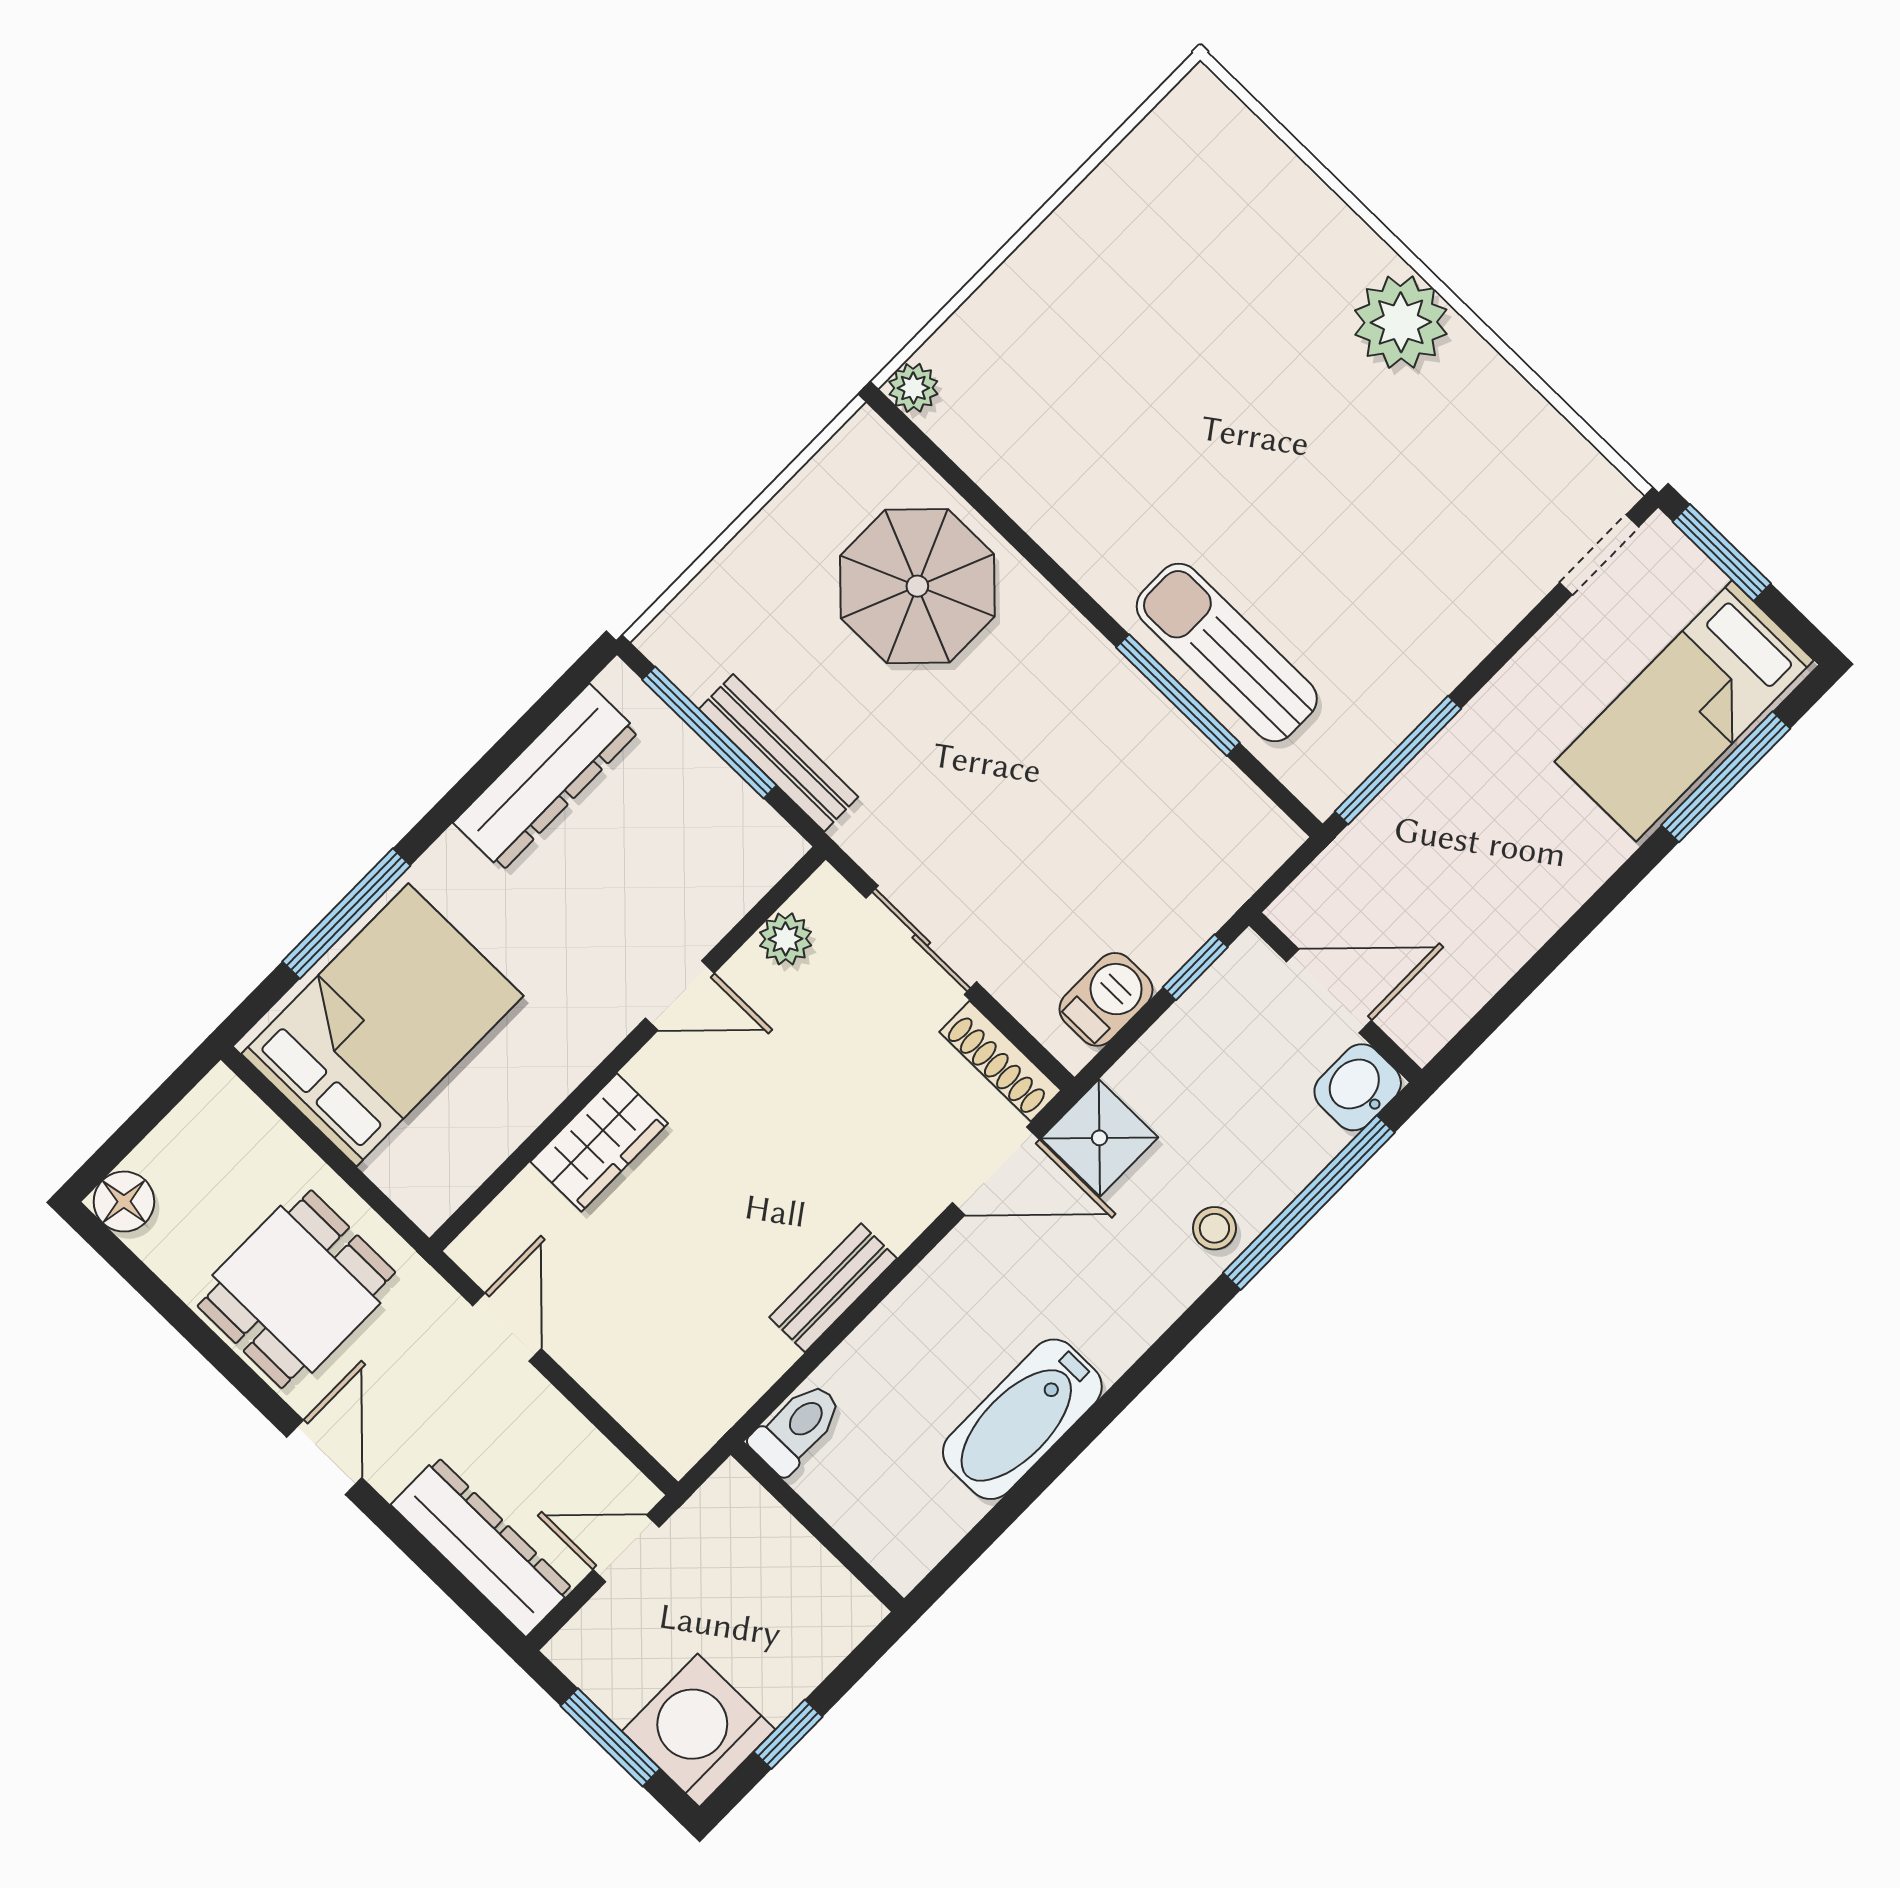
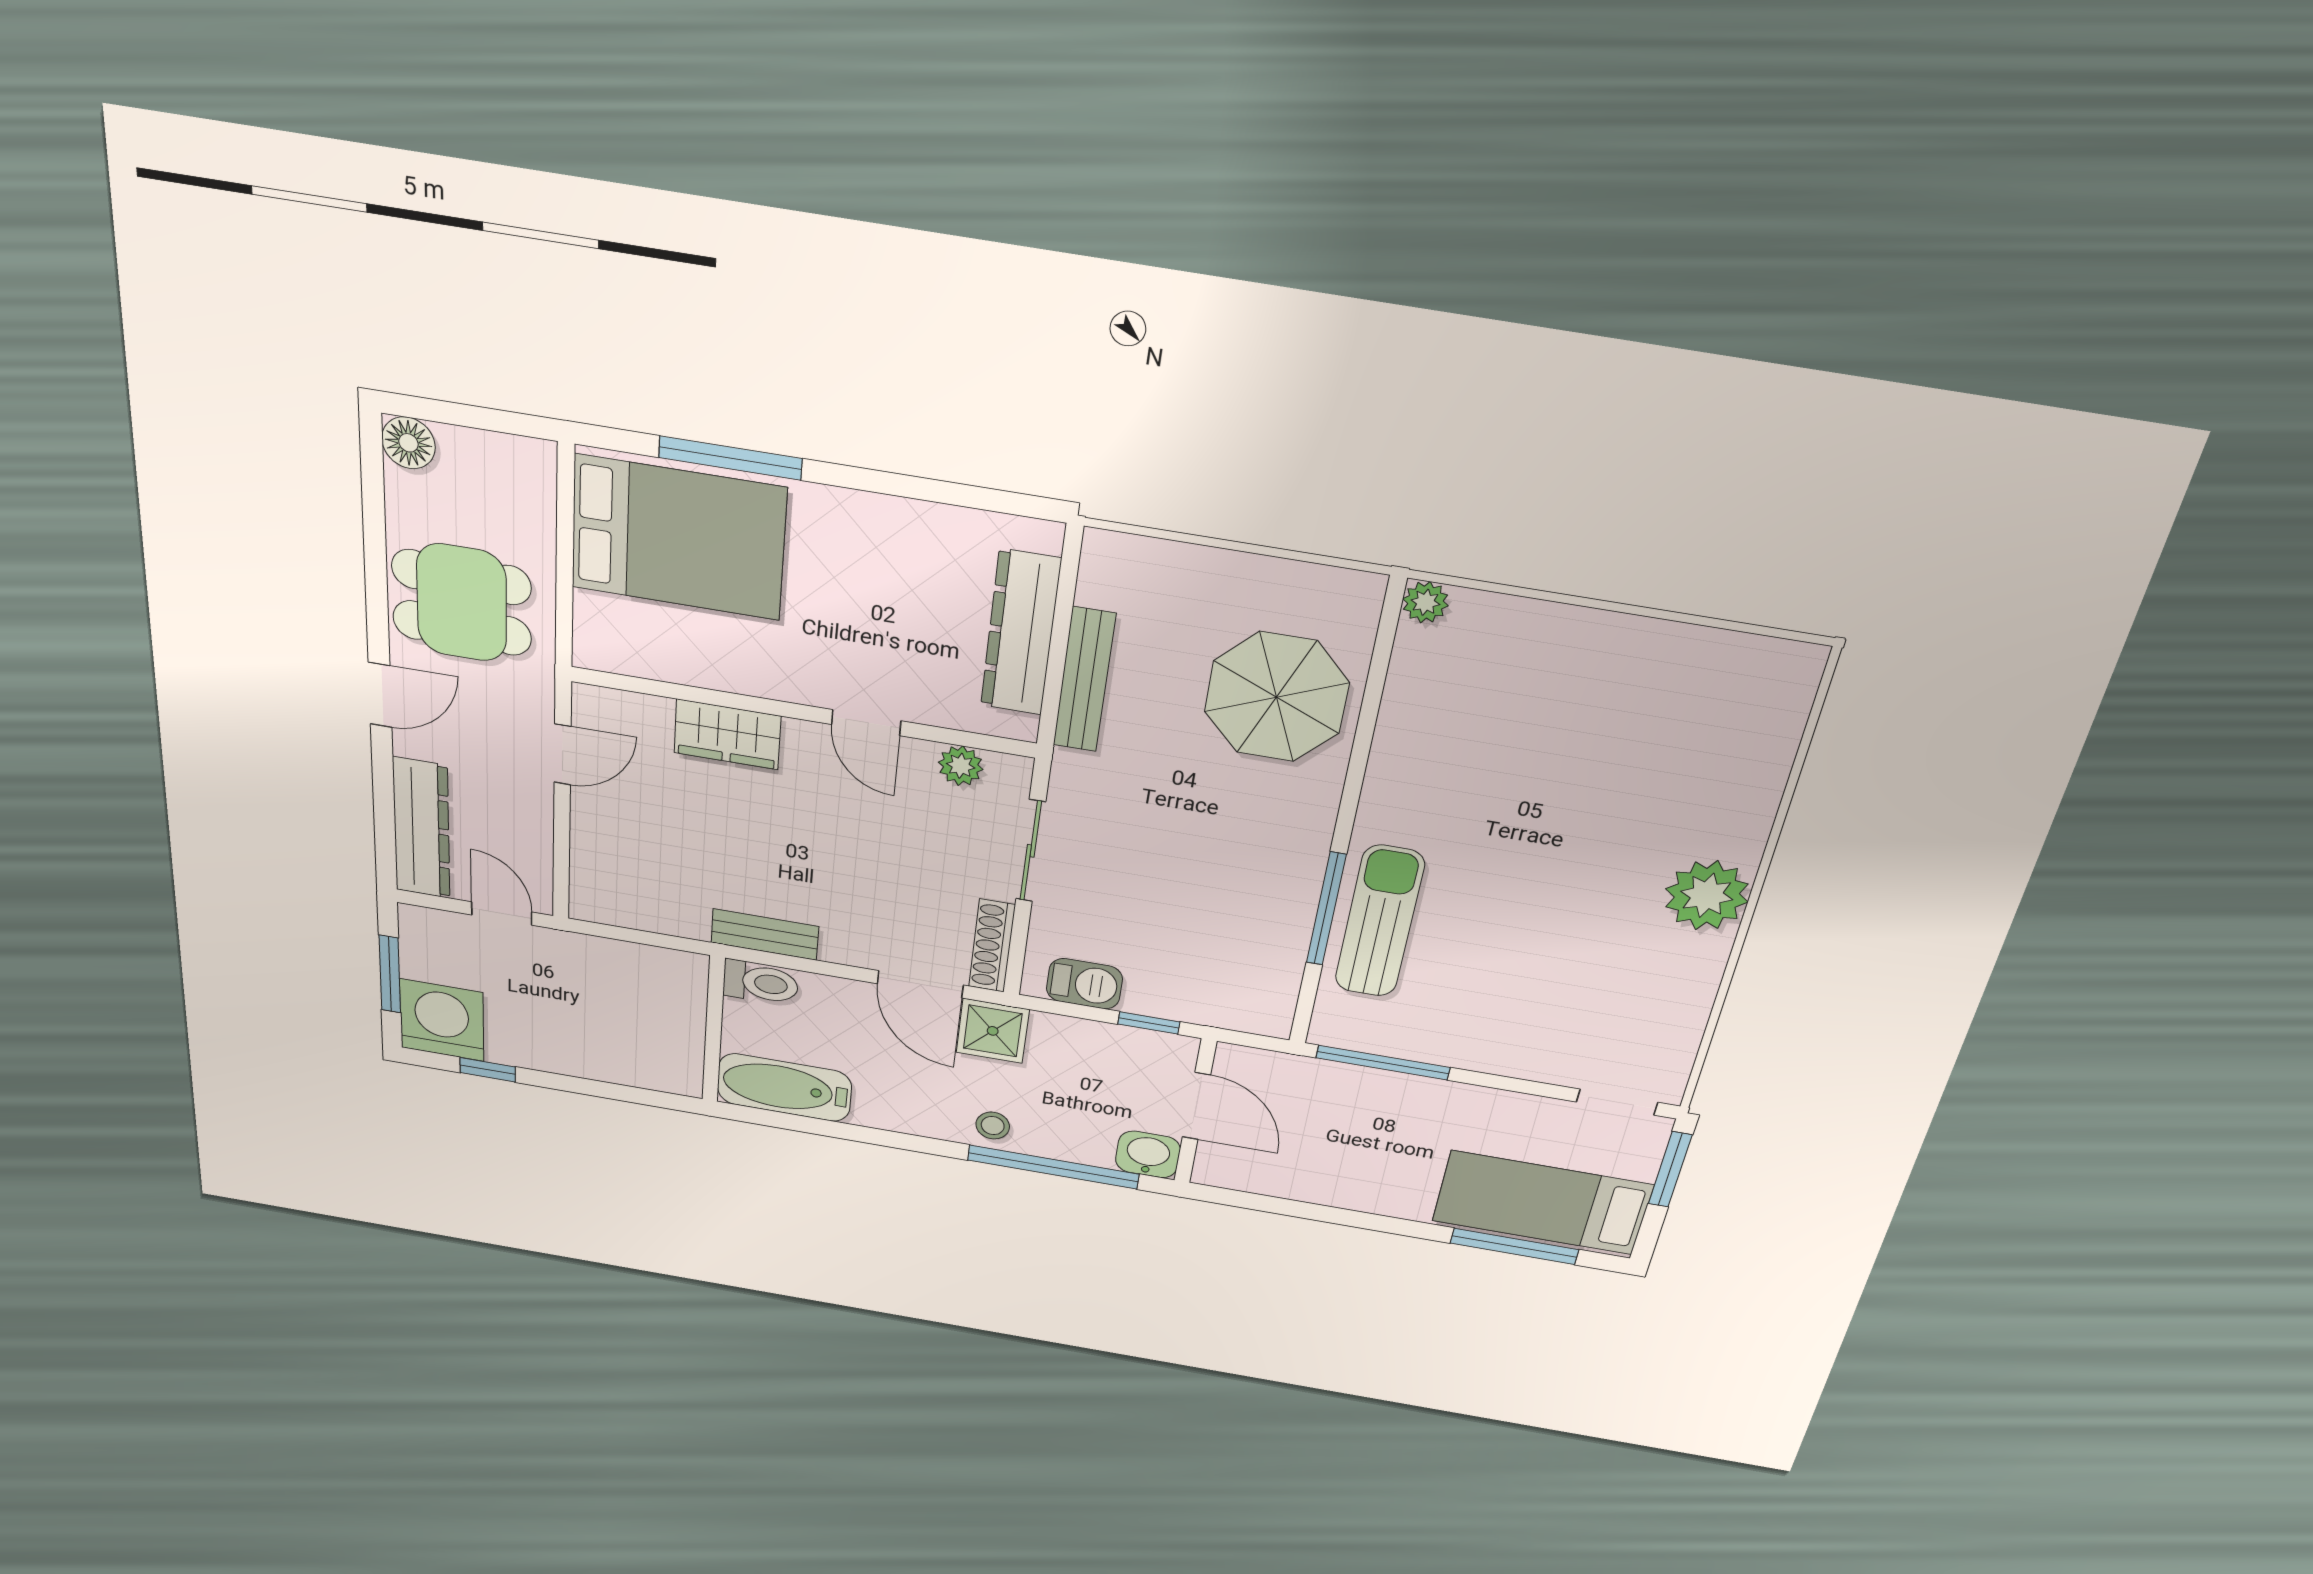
window: (709, 733) -> (1062, 624), removed
dresser: (546, 777) -> (1021, 633), moved, turned 90
toilet: (797, 1428) -> (761, 983), moved
wall: (817, 1527) -> (714, 1030), moved

